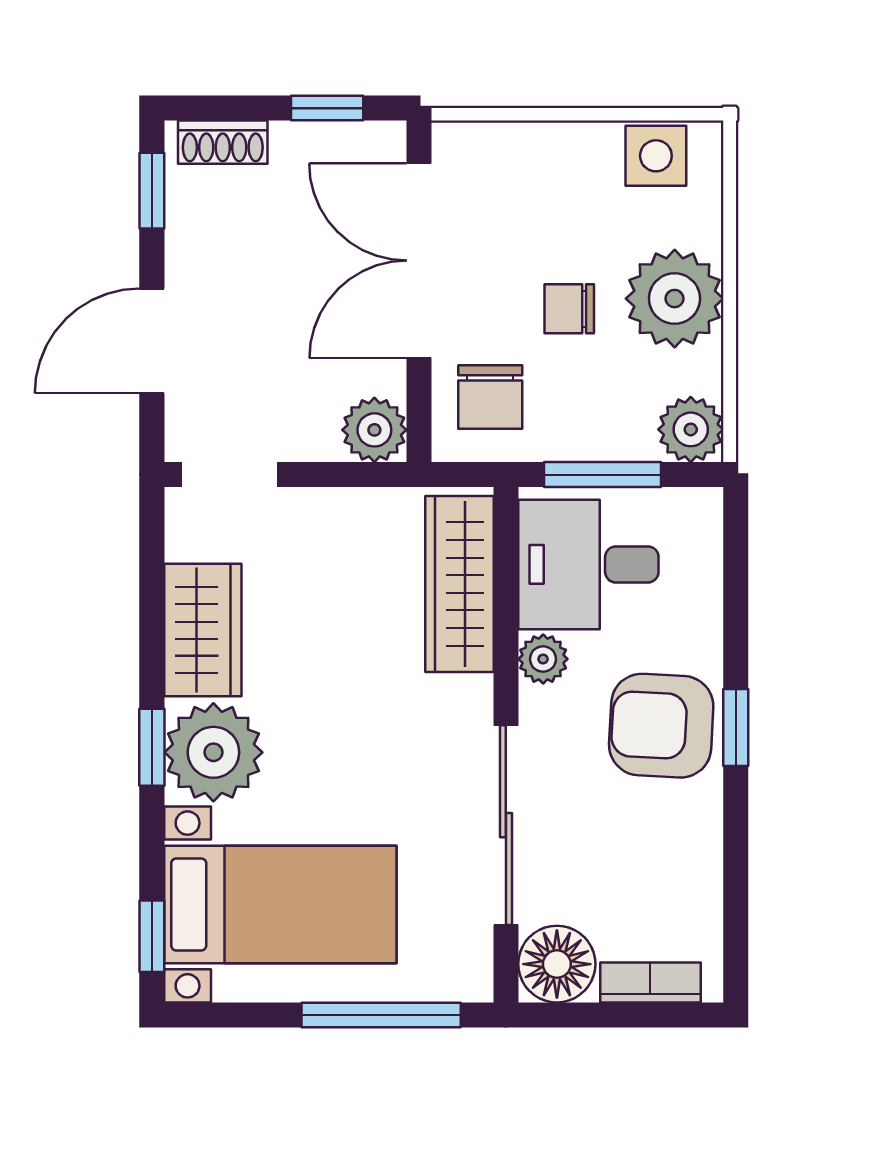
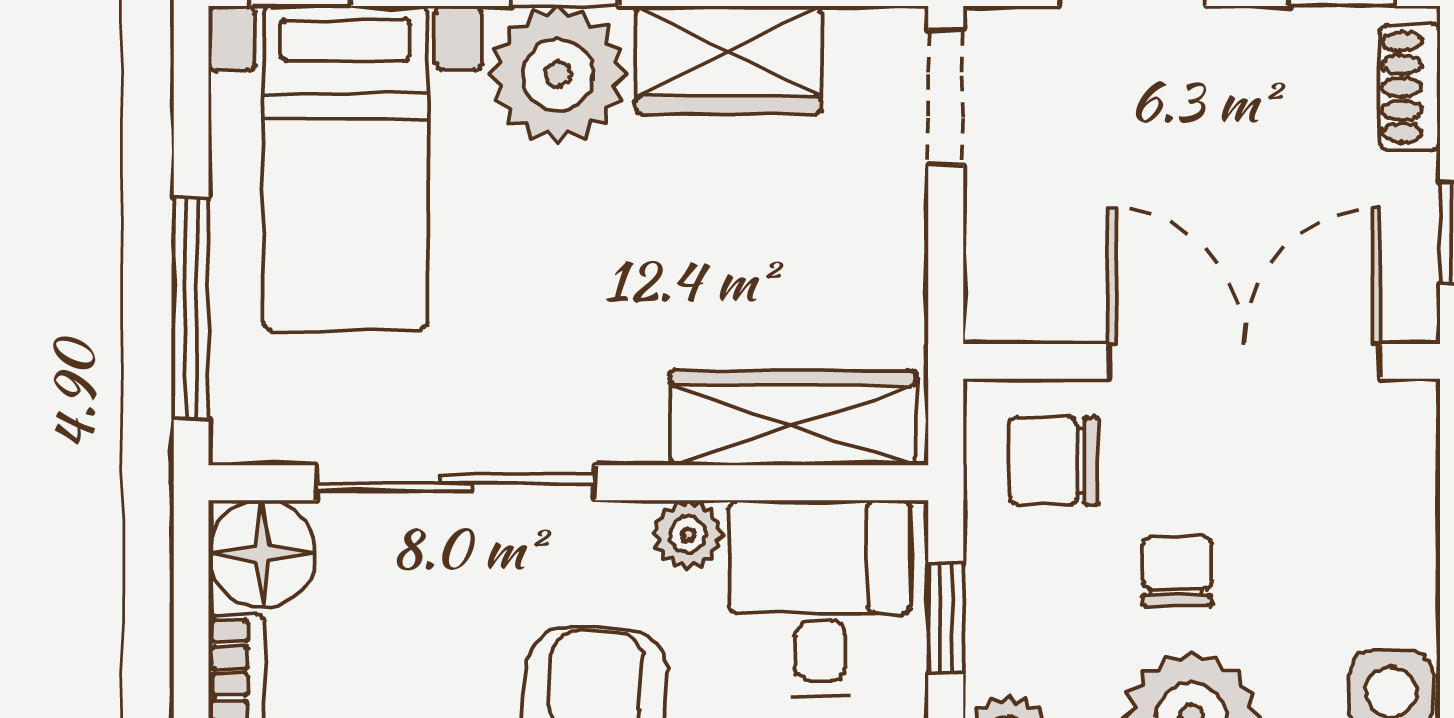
plant: (374, 430) -> (1008, 299), removed
window: (602, 475) -> (946, 617), width x0.67

